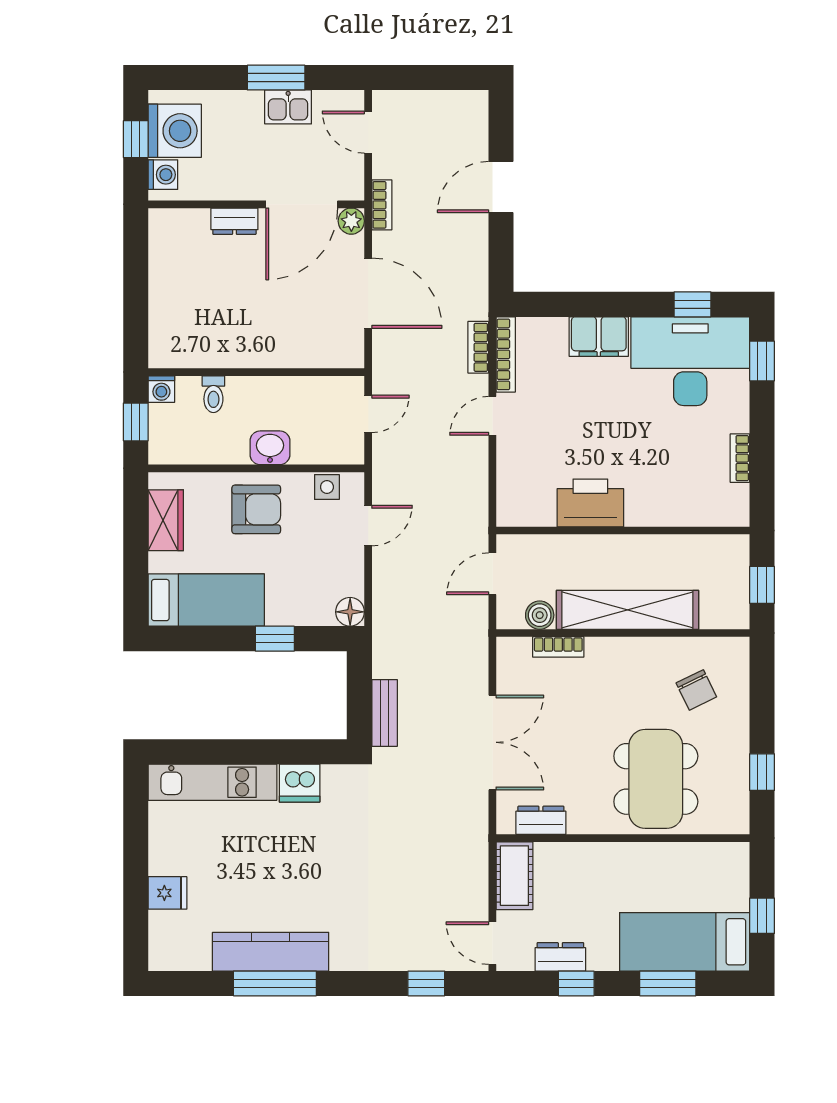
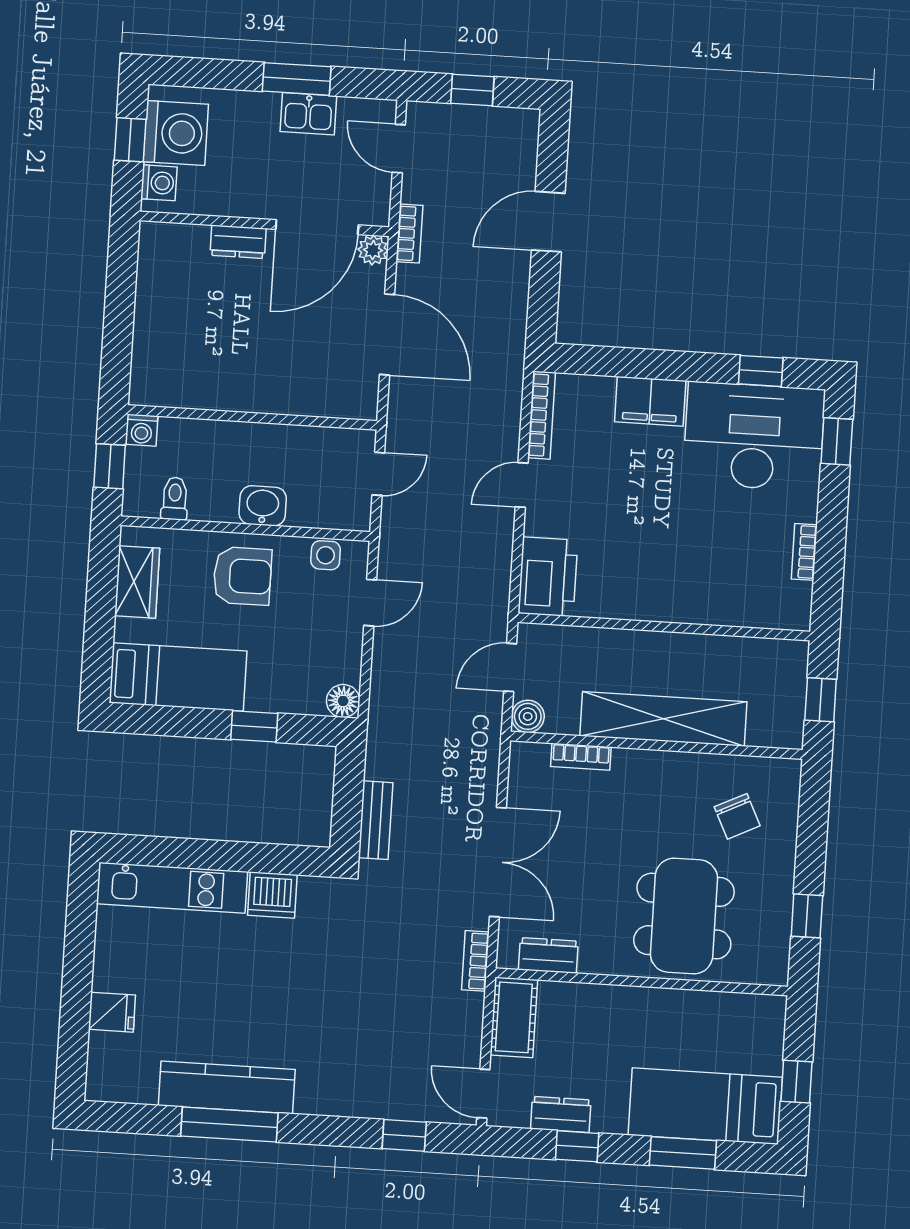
window: (428, 78) -> (472, 90), added
bookcase: (478, 347) -> (475, 961), moved
toilet: (213, 394) -> (175, 498), moved, turned 180
printer: (590, 503) -> (548, 577), moved, turned 90
boiler: (540, 615) -> (528, 716), moved

